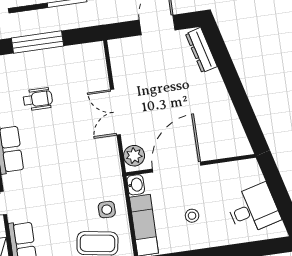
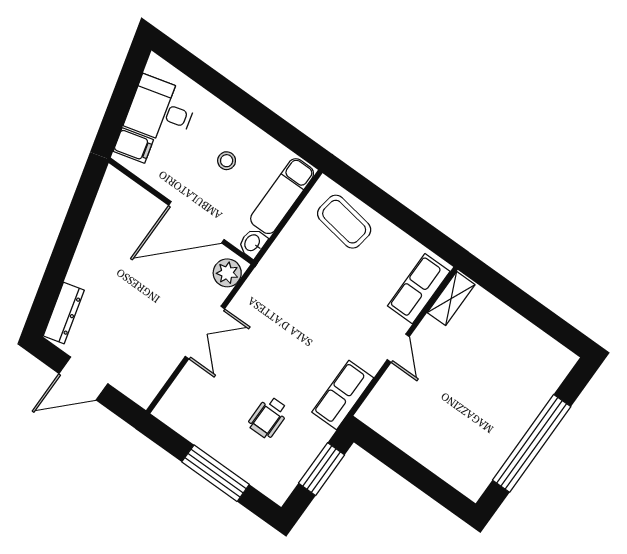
wheelchair: (38, 99) -> (268, 417), turned -90
filing cabinet: (250, 176) -> (133, 145), added
side table: (107, 210) -> (304, 246), removed

